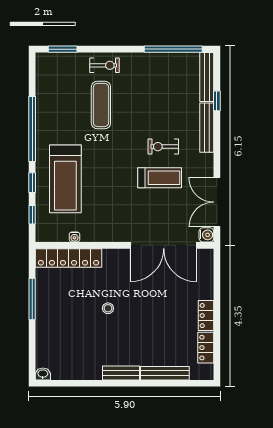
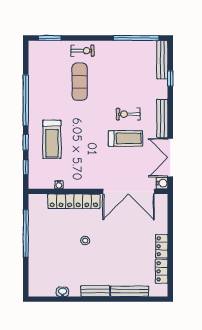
bench: (207, 128) -> (162, 118), moved
treadmill: (65, 179) -> (52, 139), width x0.73, depth x0.73
locker: (68, 258) -> (74, 201), moved
window: (32, 299) -> (26, 233), width x1.46
washbasin: (43, 374) -> (63, 292), moved

